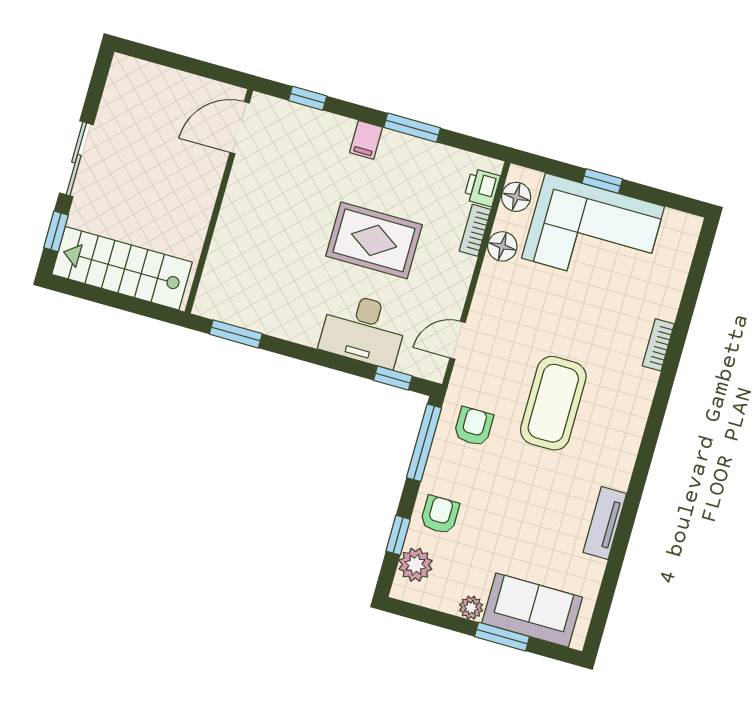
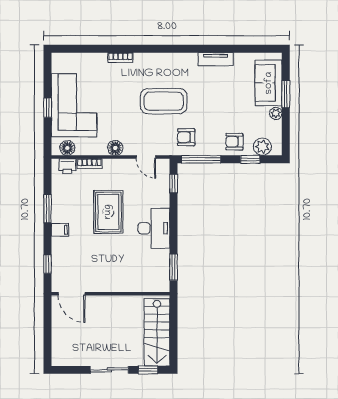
floor lamp: (502, 246) -> (115, 148), moved
desk: (363, 330) -> (154, 228), moved

